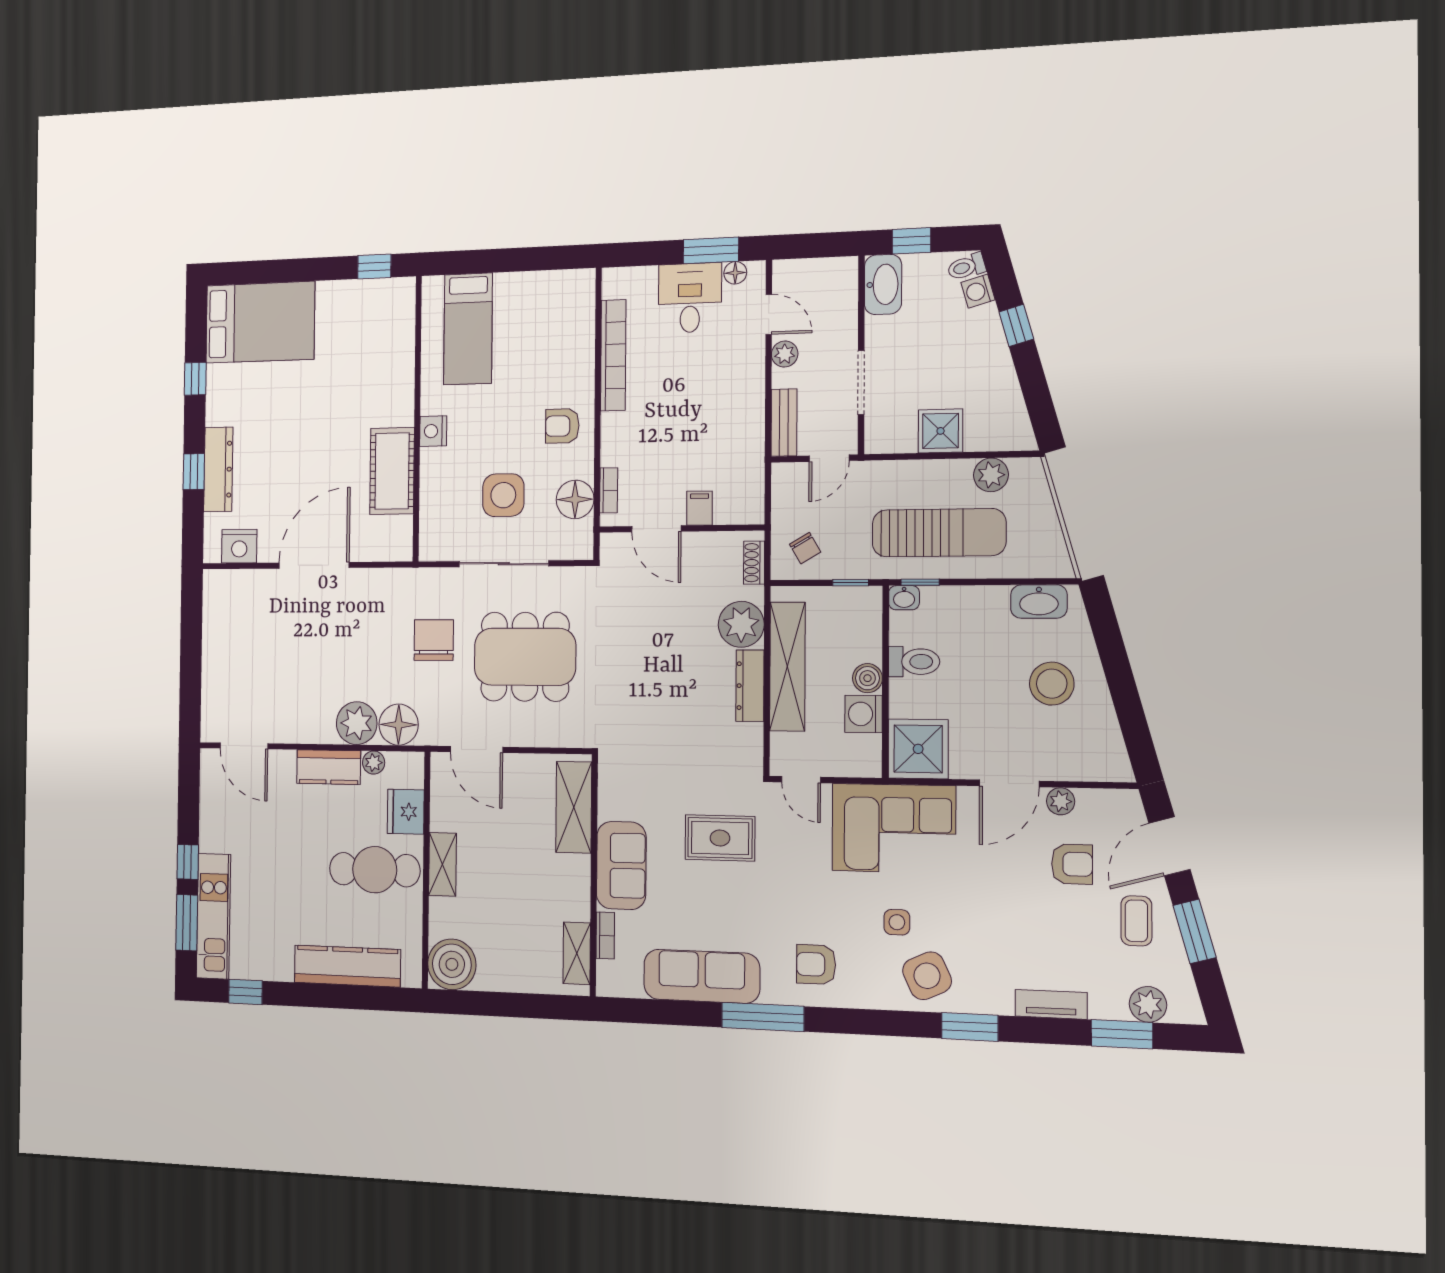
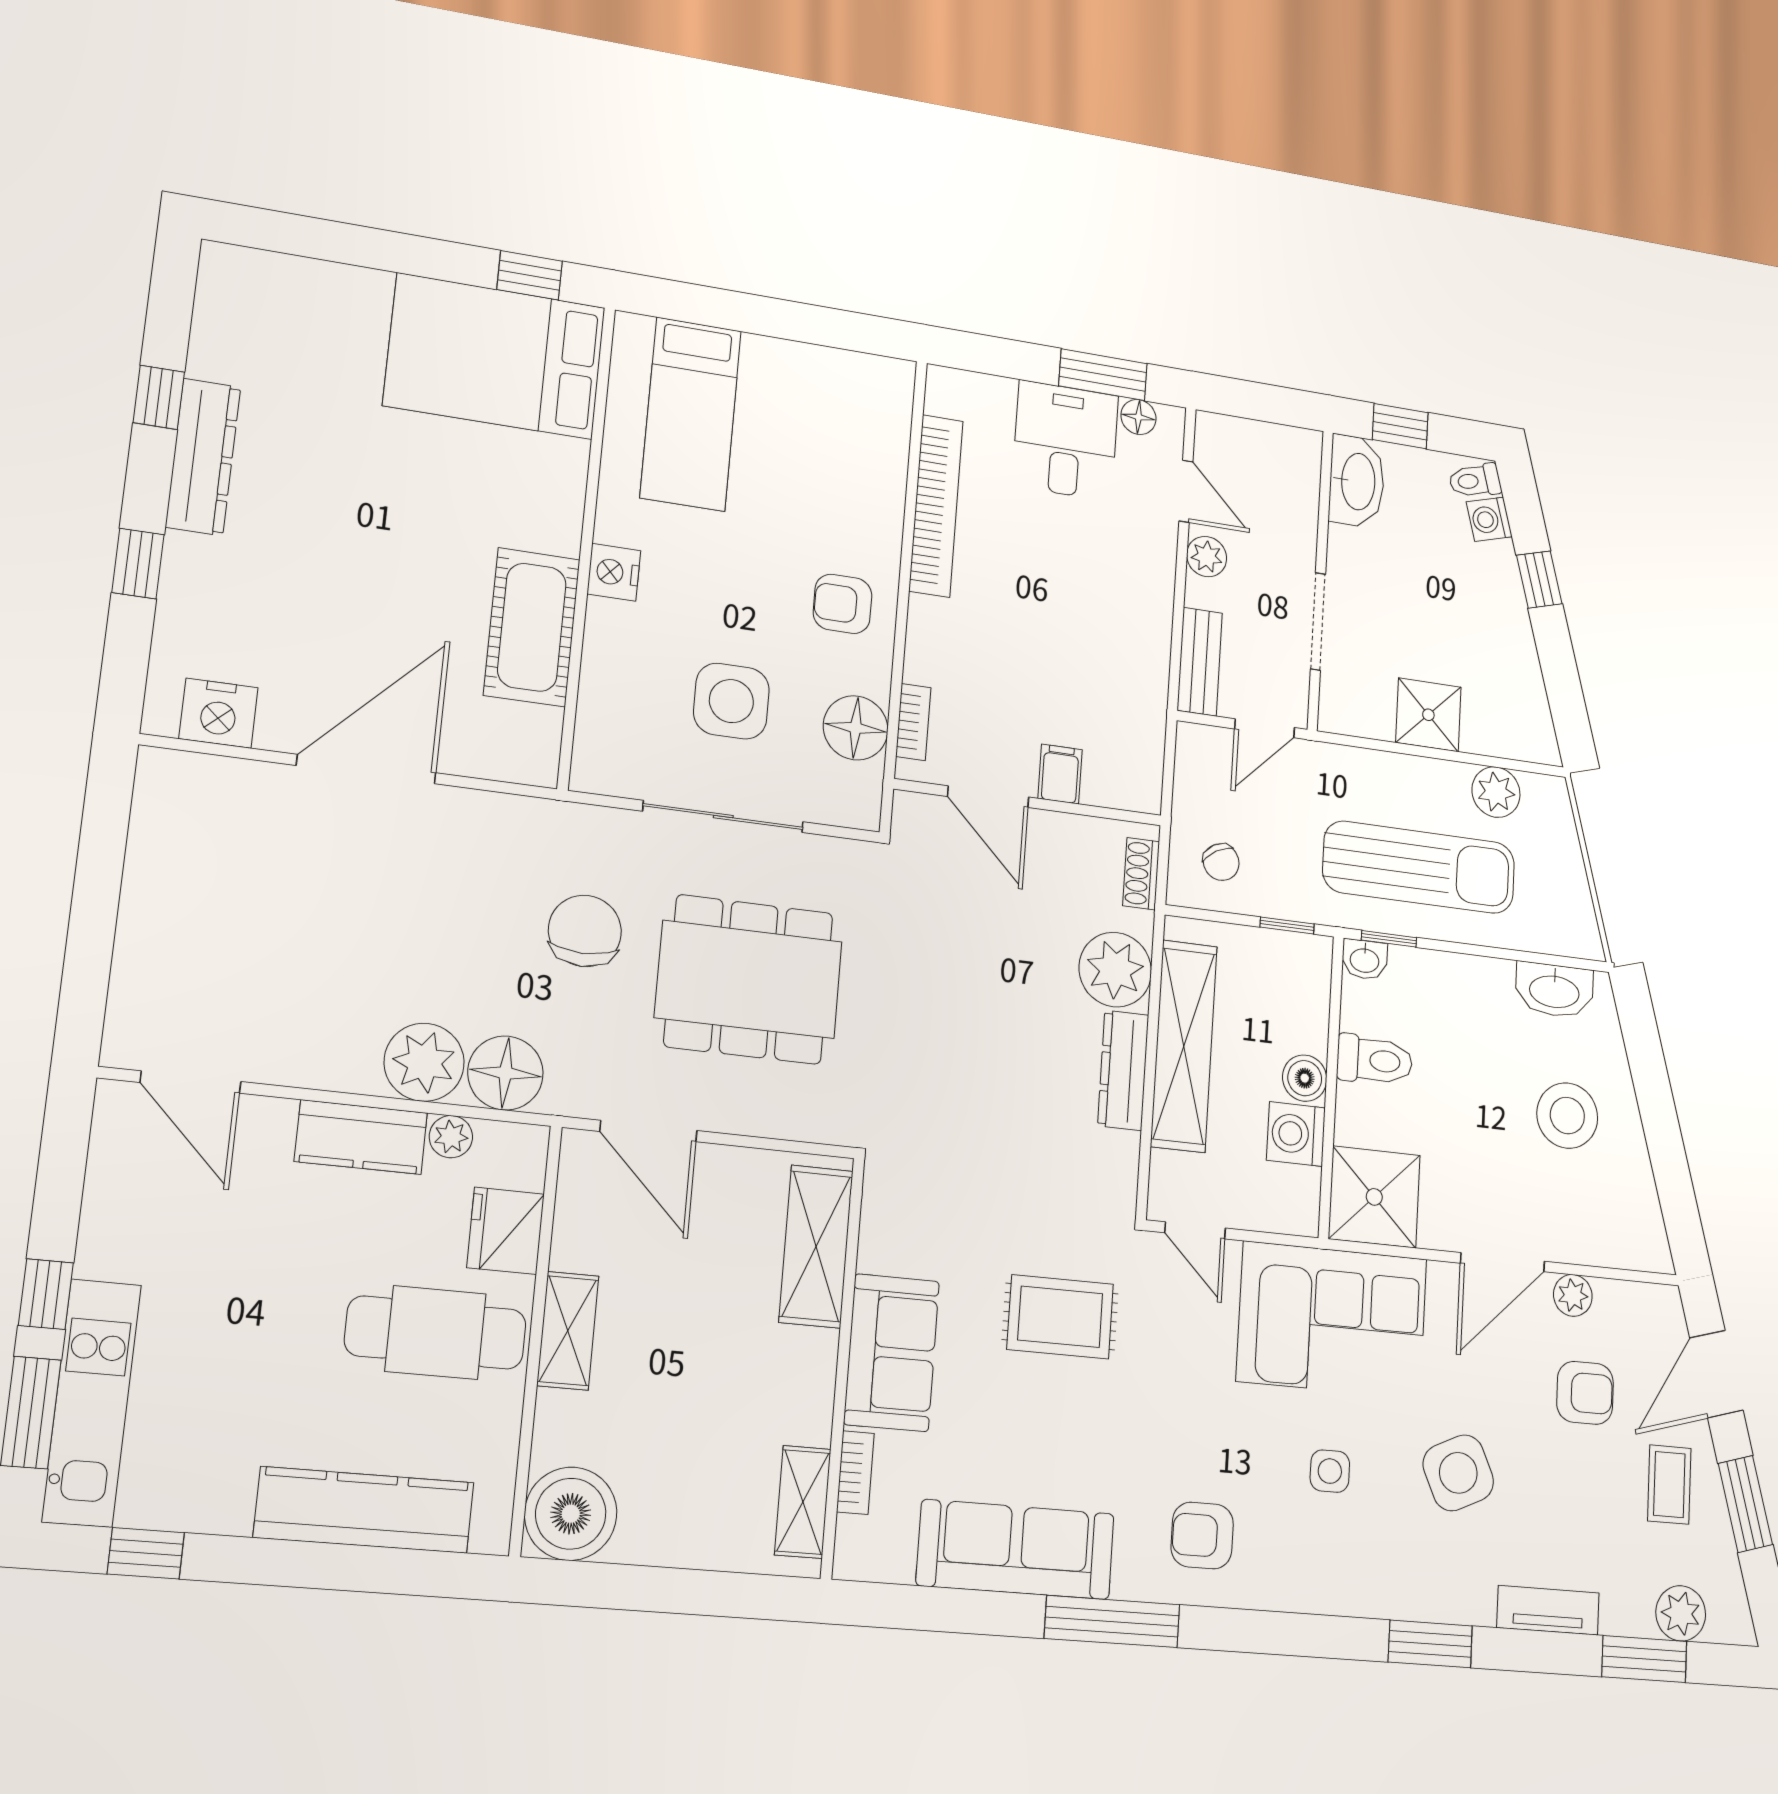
bed: (260, 322) -> (495, 356), moved, turned 180
dresser: (218, 469) -> (203, 457), moved
side table: (927, 976) -> (1458, 1473), moved

